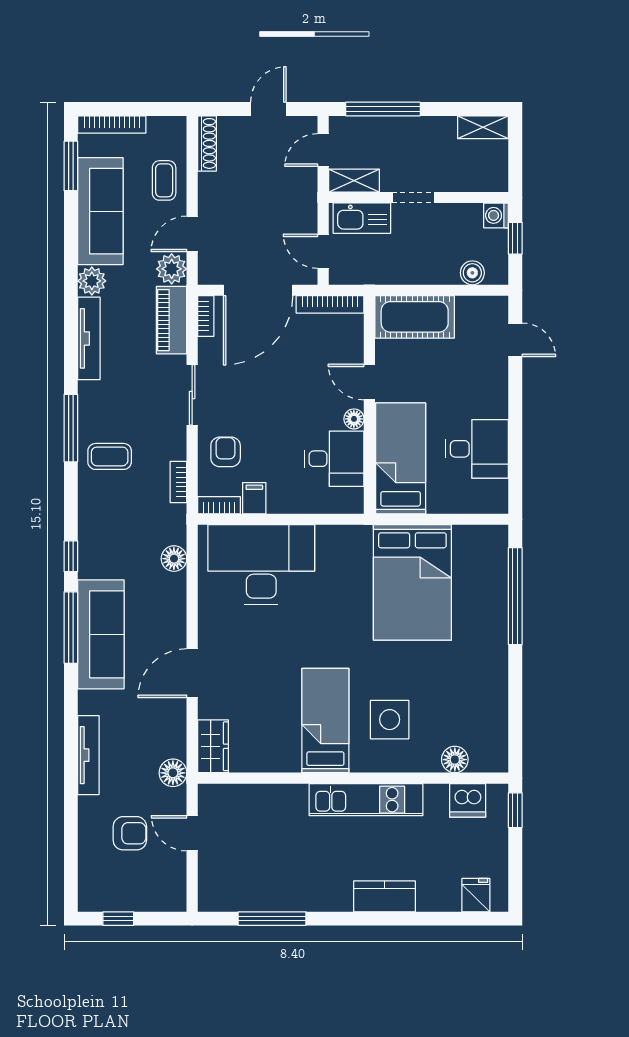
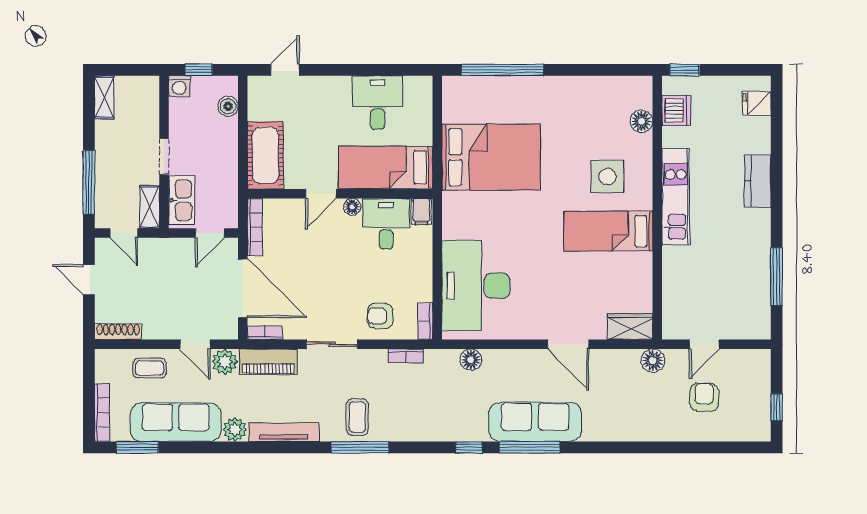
coffee table: (110, 456) -> (357, 417), moved
filing cabinet: (254, 498) -> (421, 212), moved, turned -90
tv unit: (88, 755) -> (638, 432), removed

